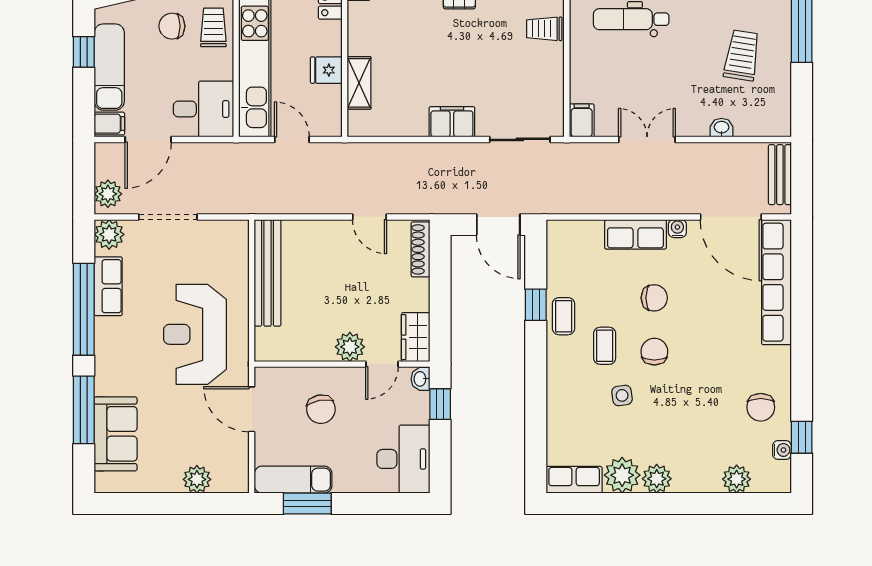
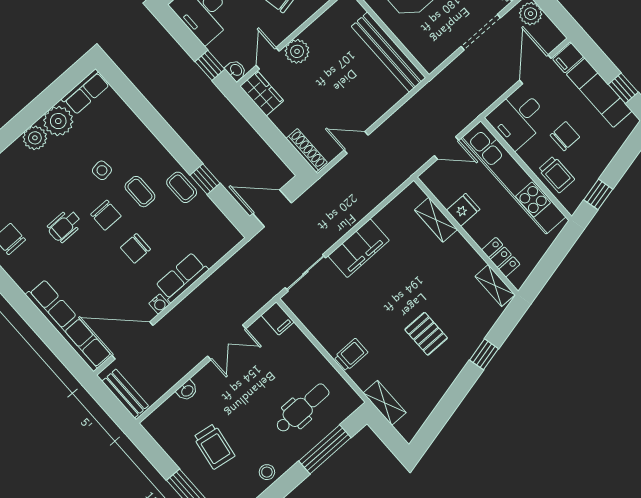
chair: (172, 26) -> (565, 136), moved
filing cabinet: (452, 122) -> (359, 248), width x1.50, depth x1.17
wheelchair: (700, 375) -> (65, 226), added

